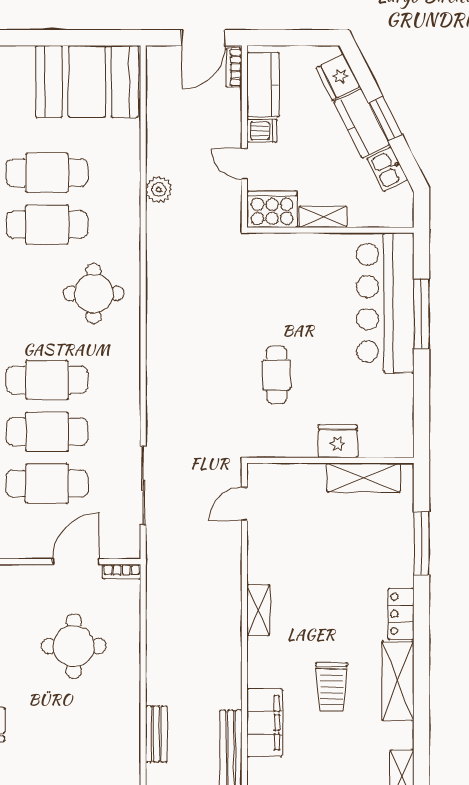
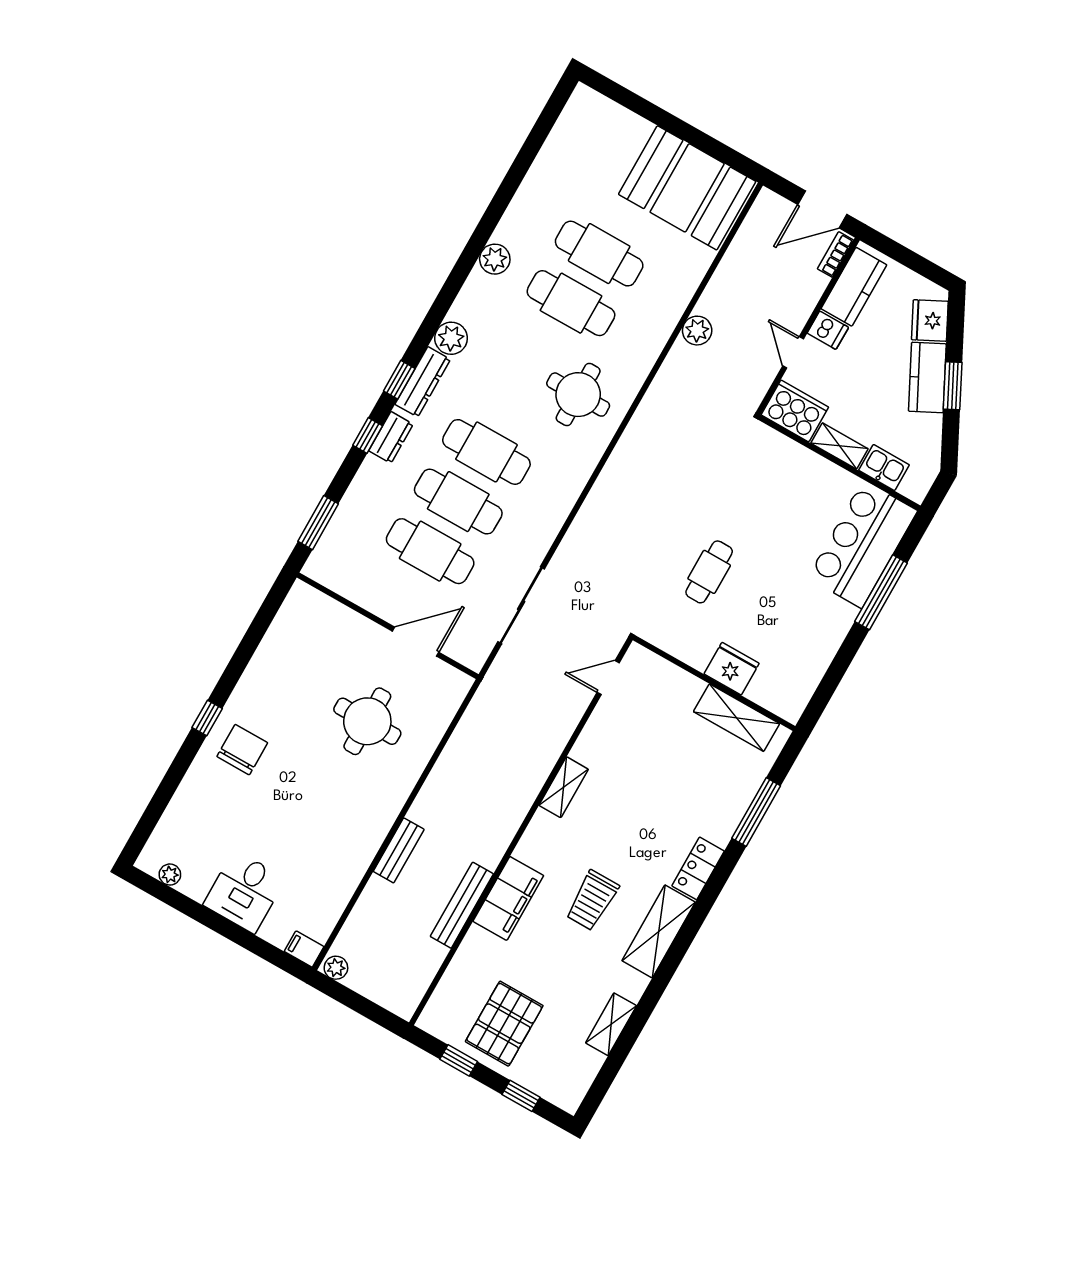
kitchen sink: (387, 169) -> (884, 467), moved, turned 117
bar counter: (385, 303) -> (862, 544), width x0.73
bookcase: (122, 572) -> (454, 676), removed

